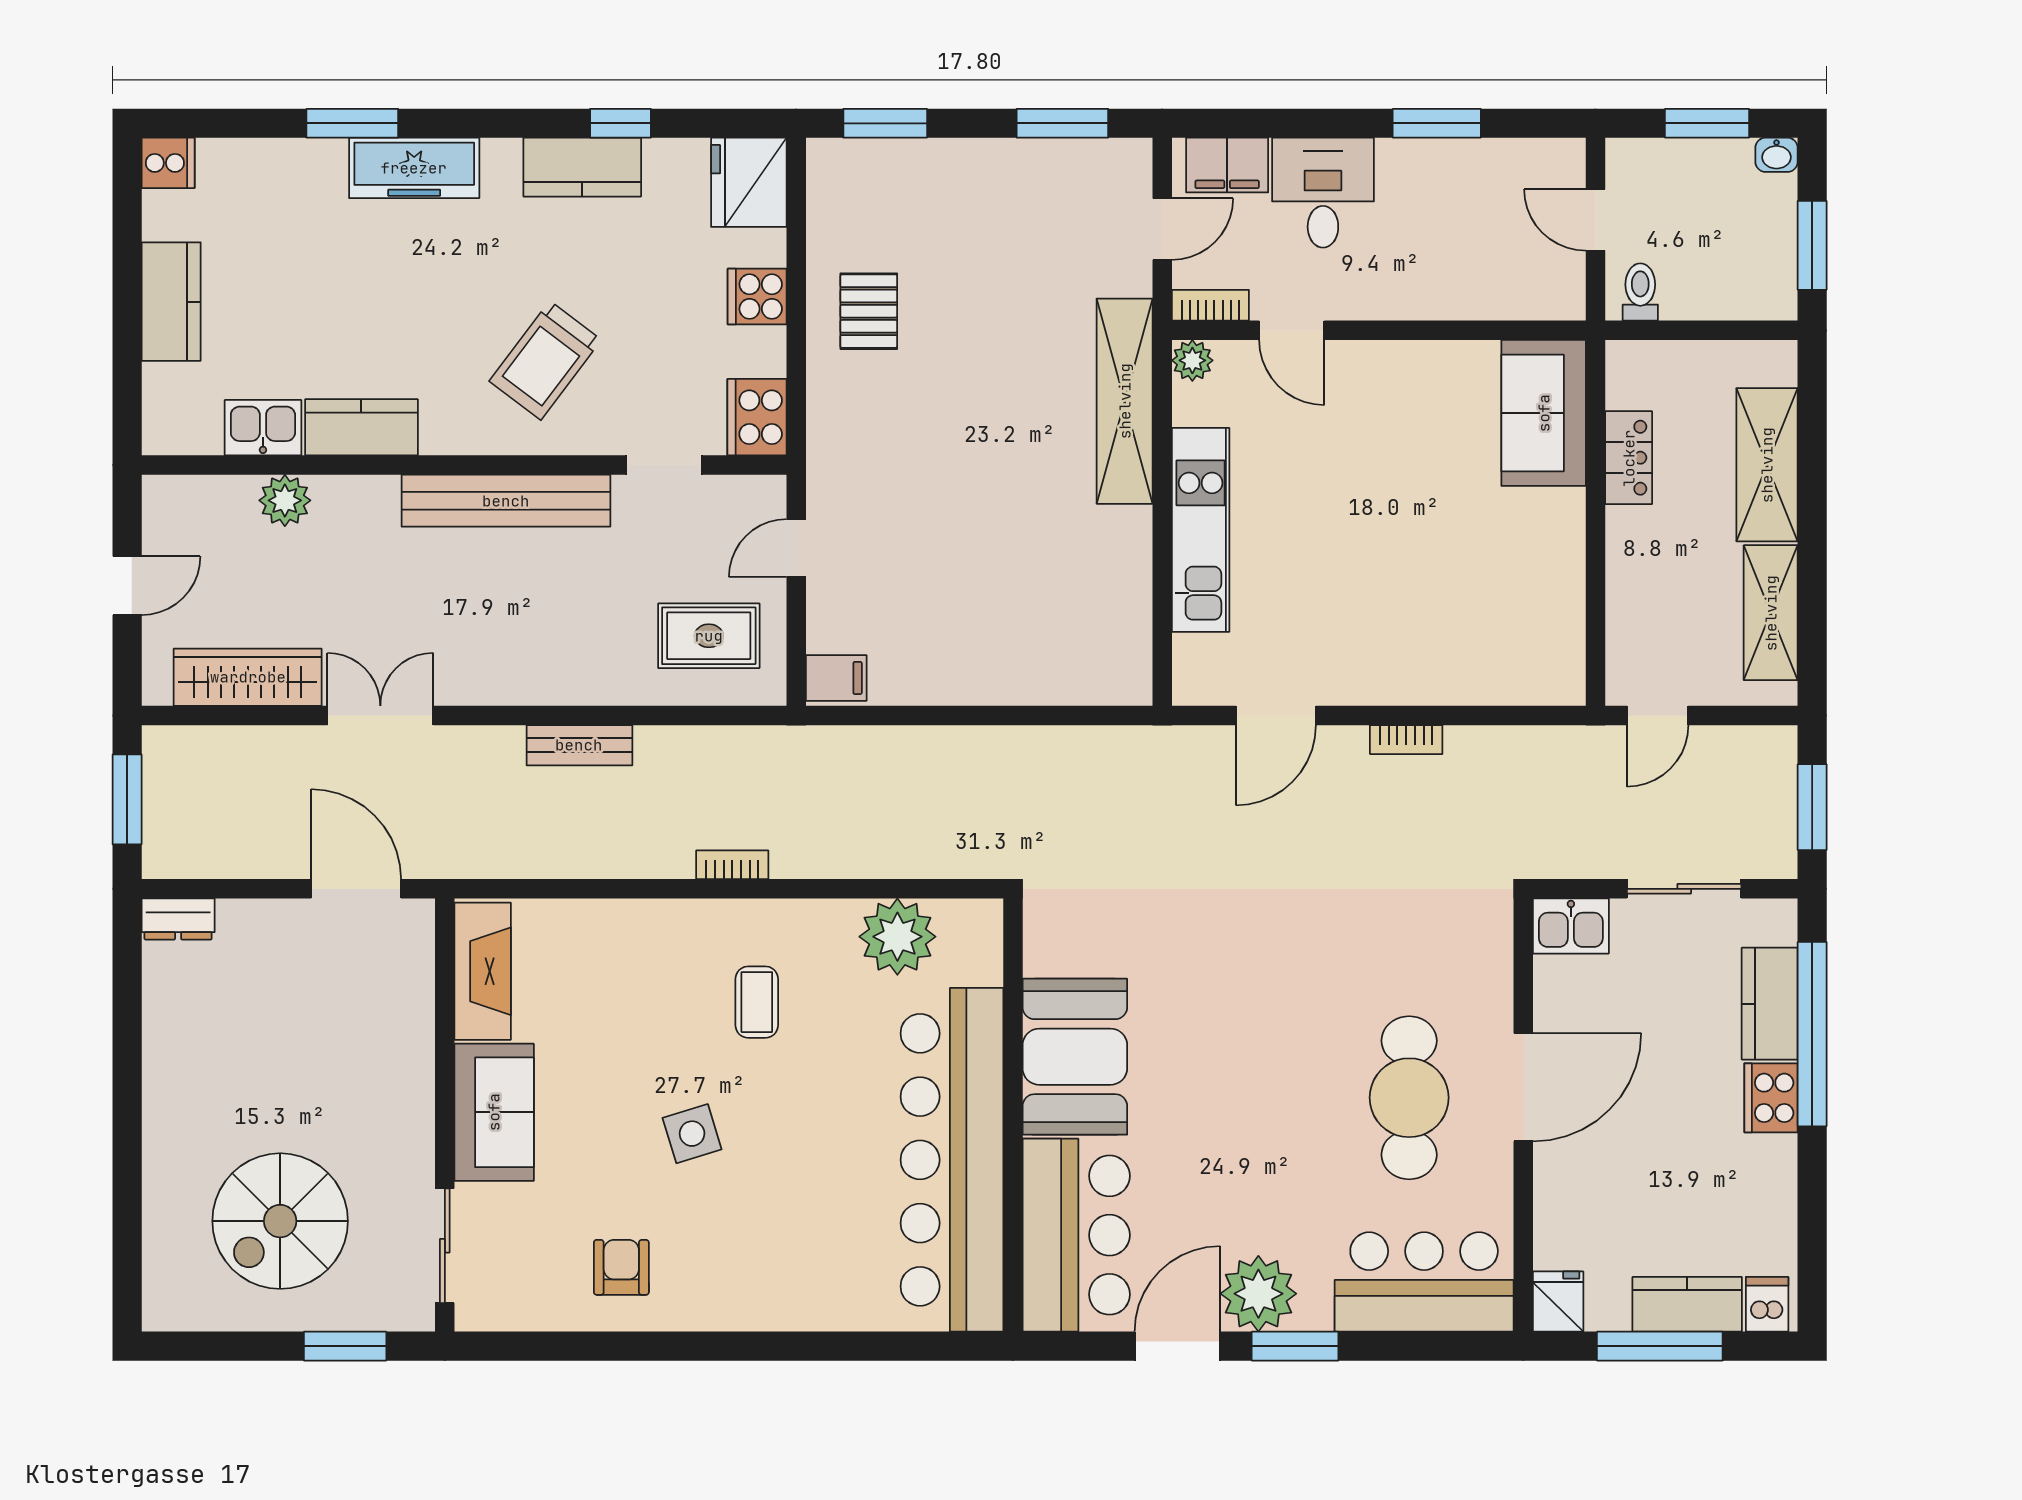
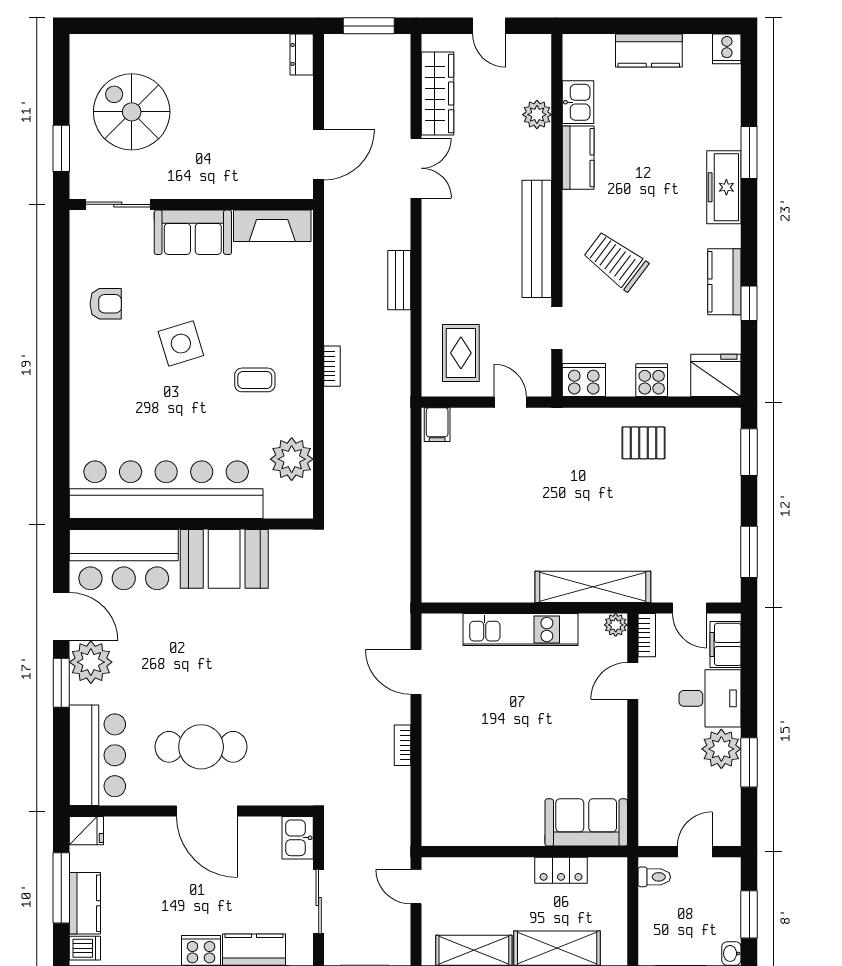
plant: (1413, 173) -> (721, 749), added
side table: (692, 1134) -> (181, 344), width x1.37, depth x1.37

